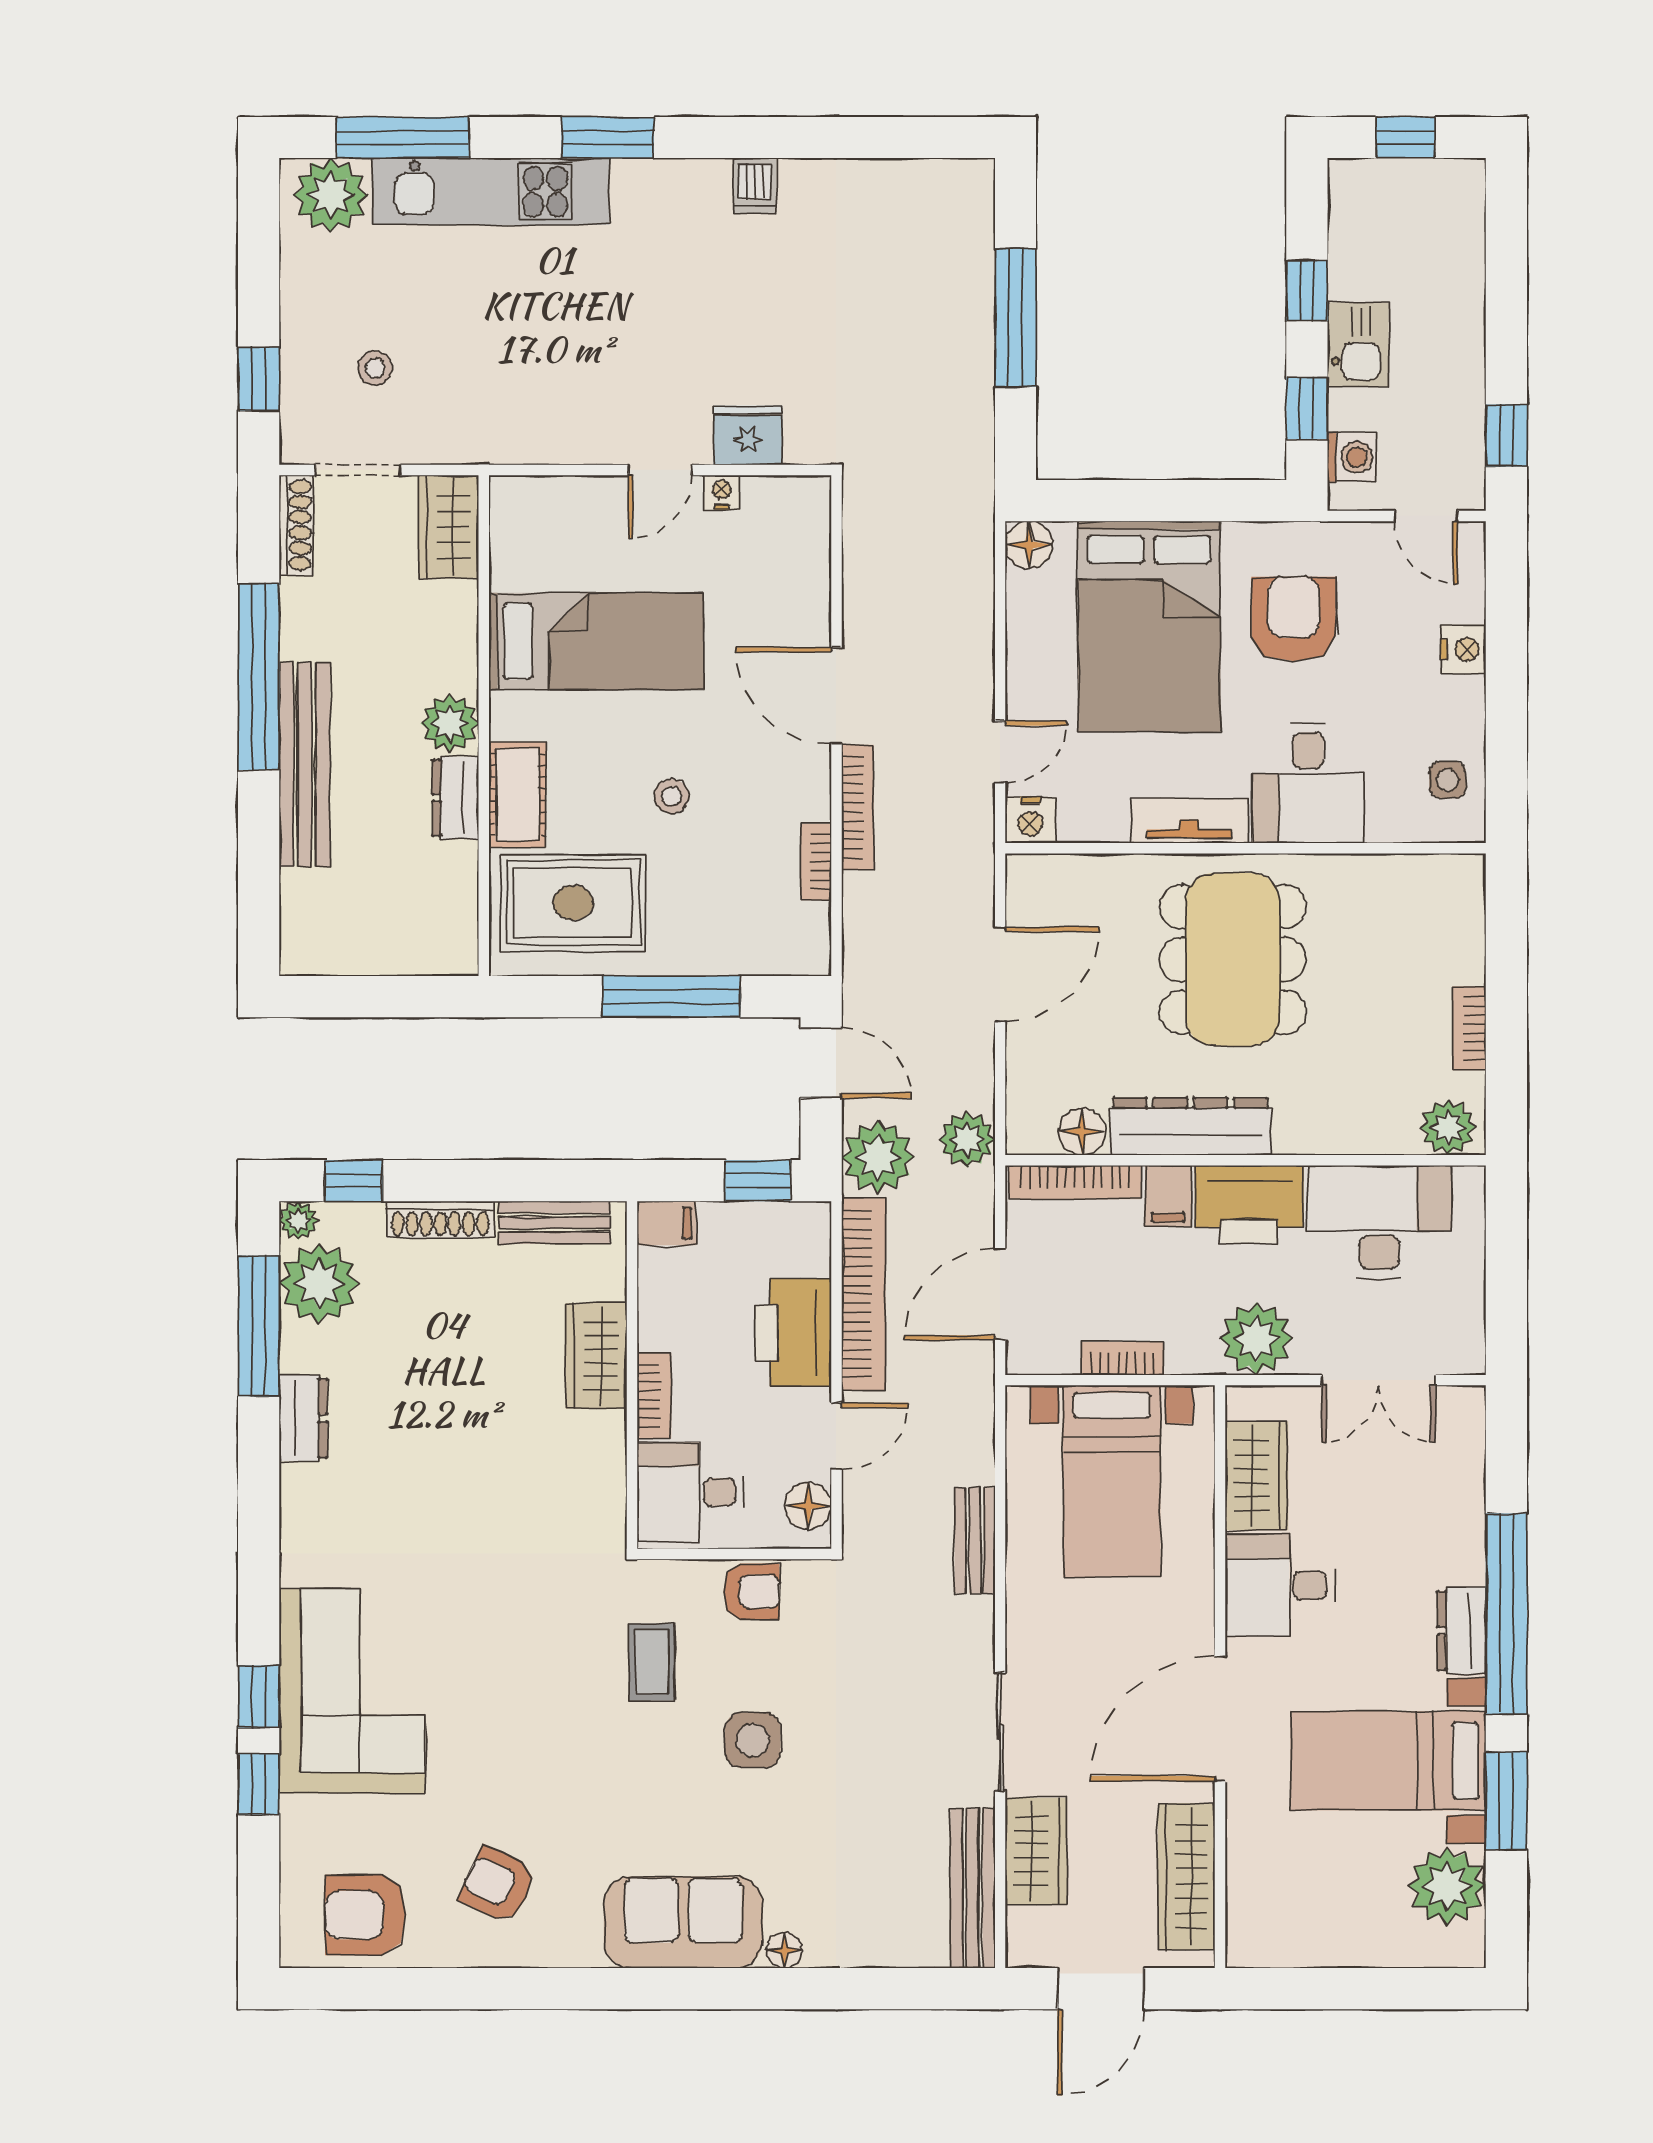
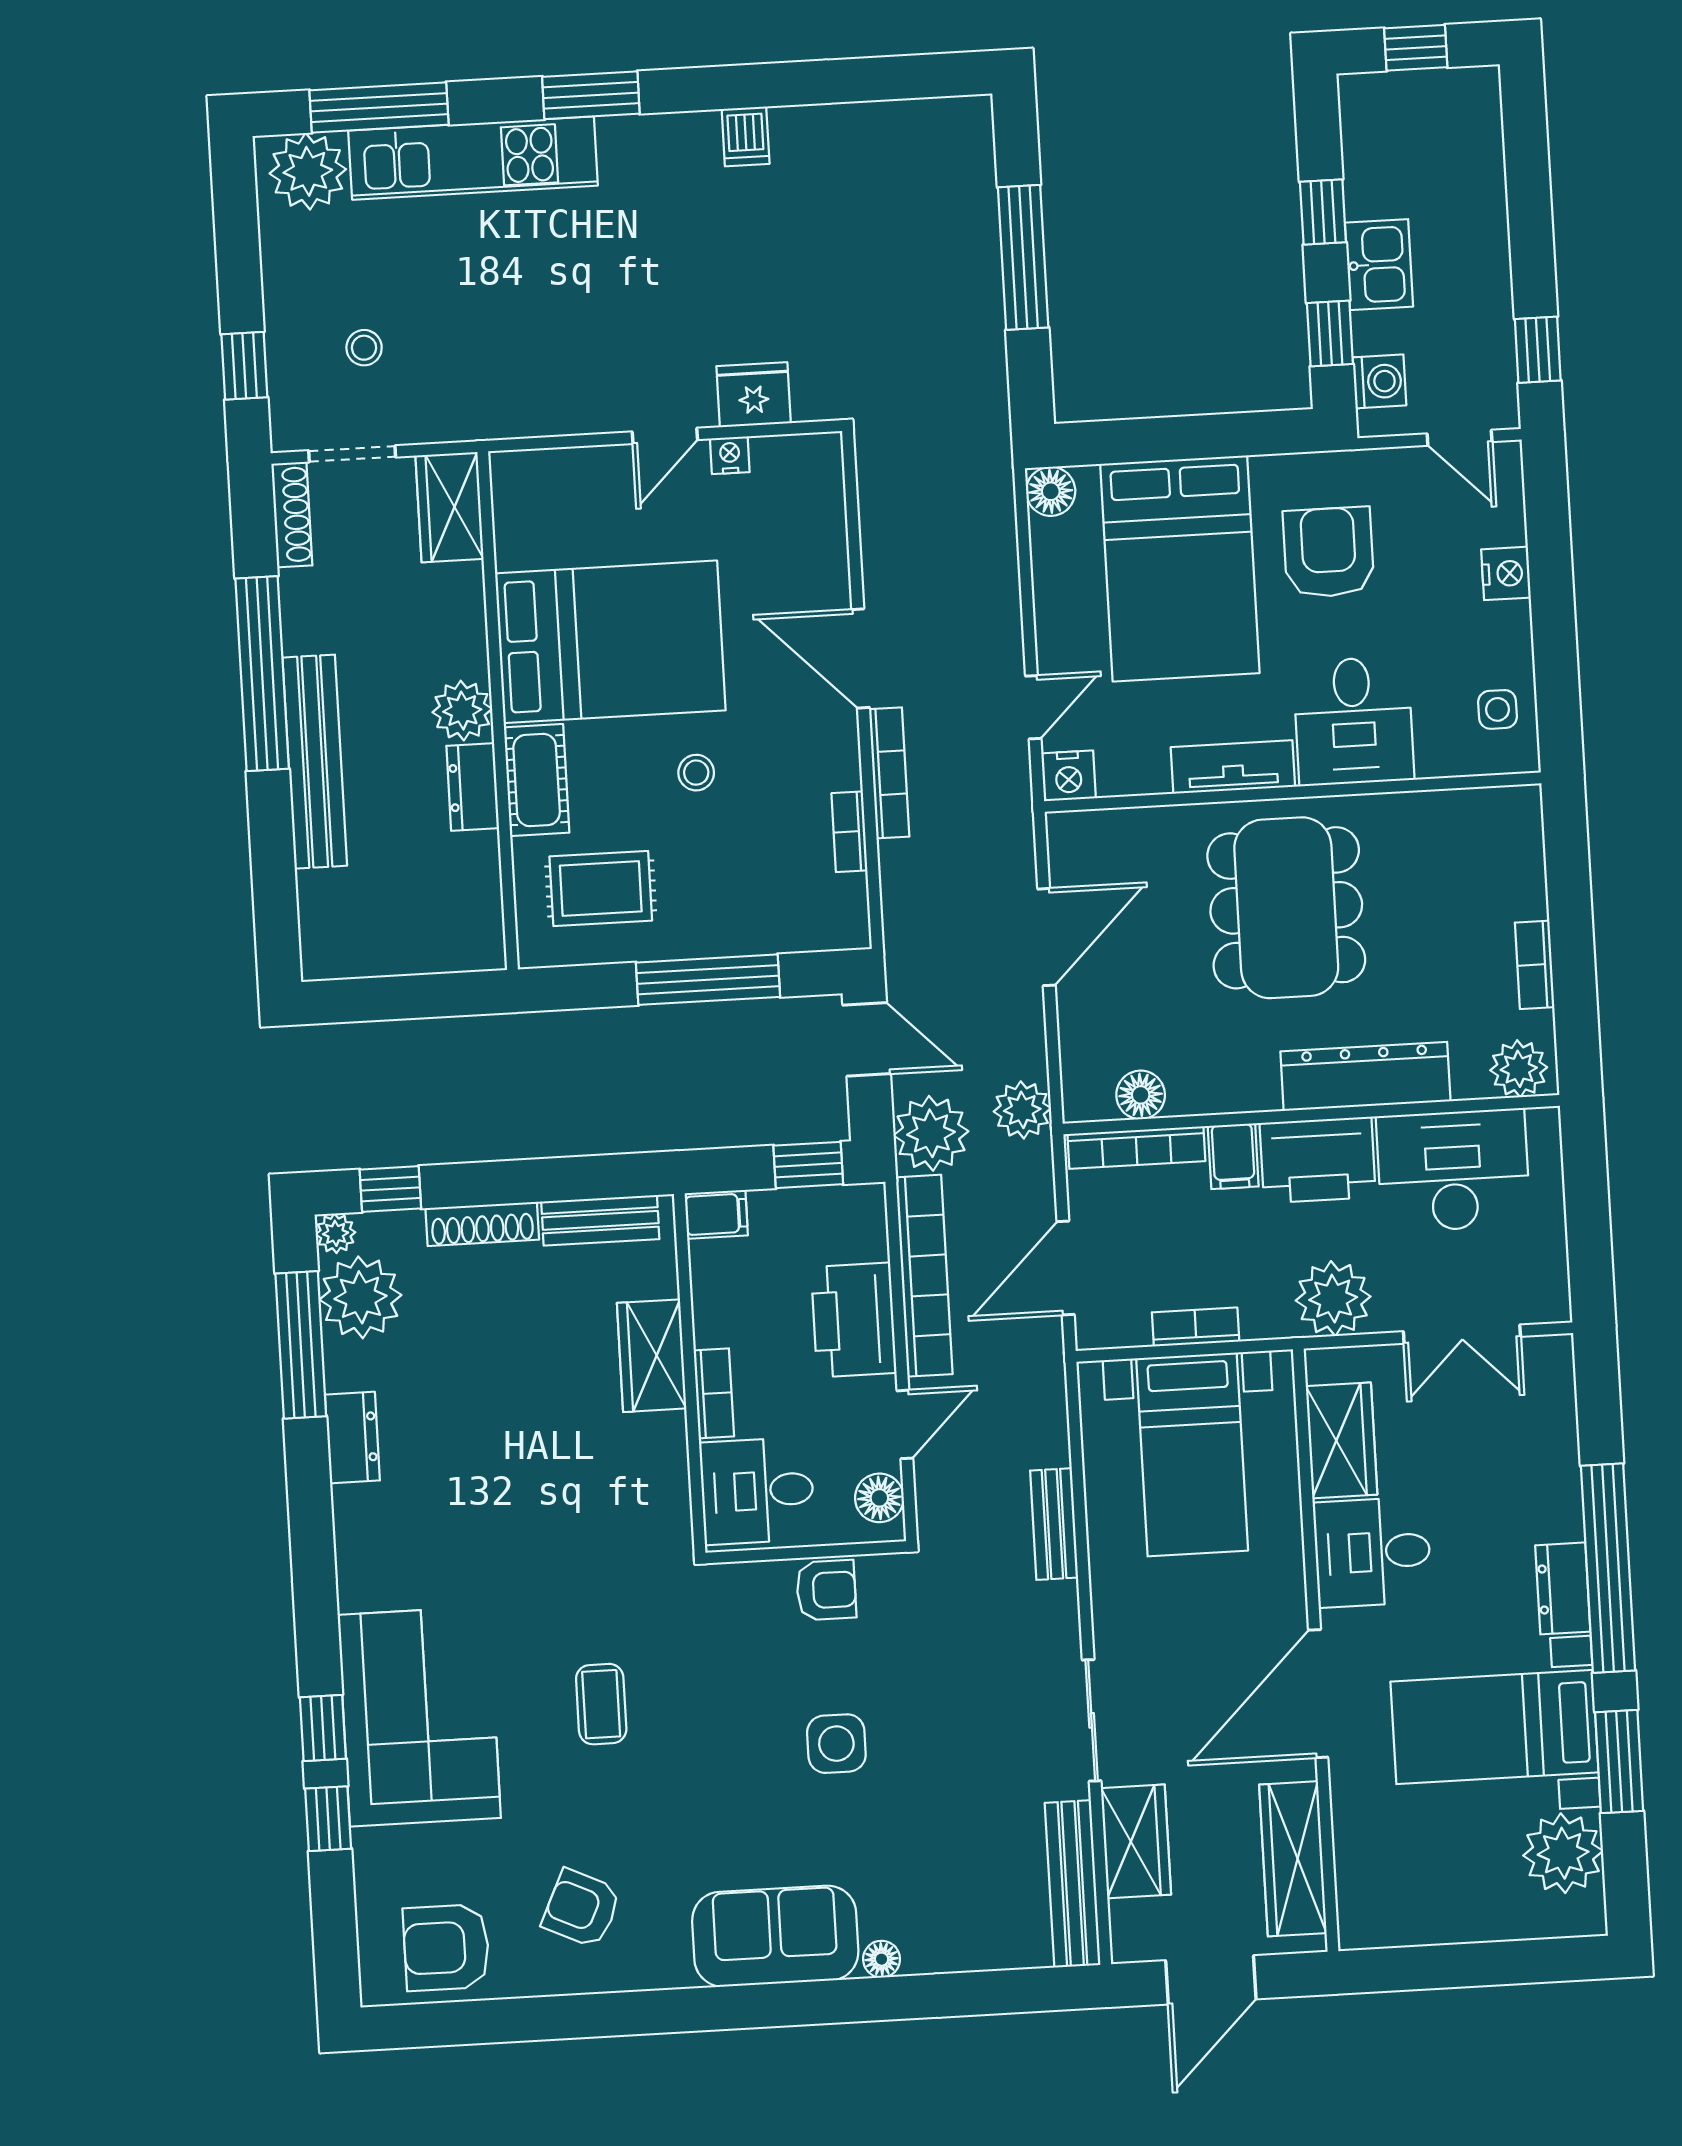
bed: (596, 641) -> (610, 642), width x1.50
rug: (573, 903) -> (601, 888), width x0.73, depth x0.70
dresser: (1190, 1126) -> (1365, 1076), moved
coffee table: (652, 1662) -> (601, 1704), moved

